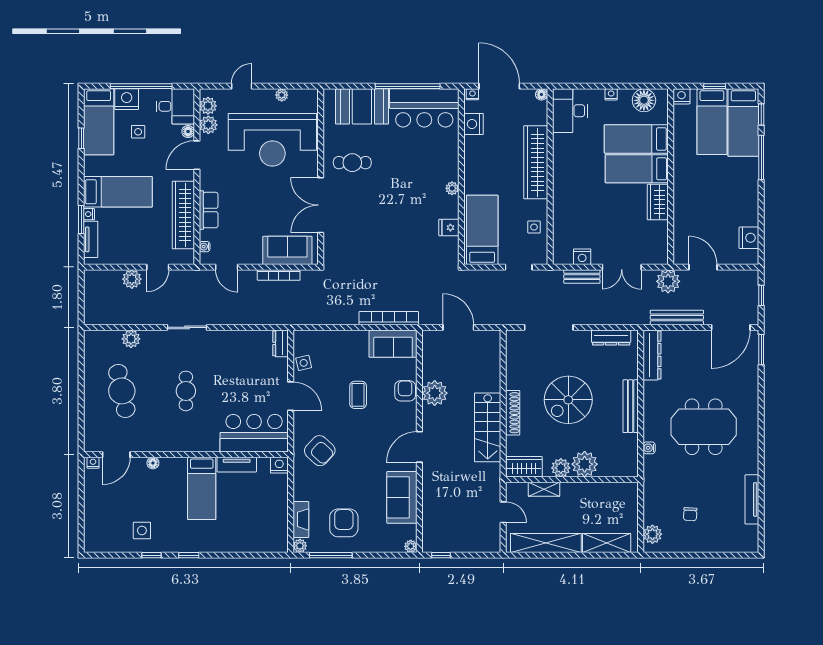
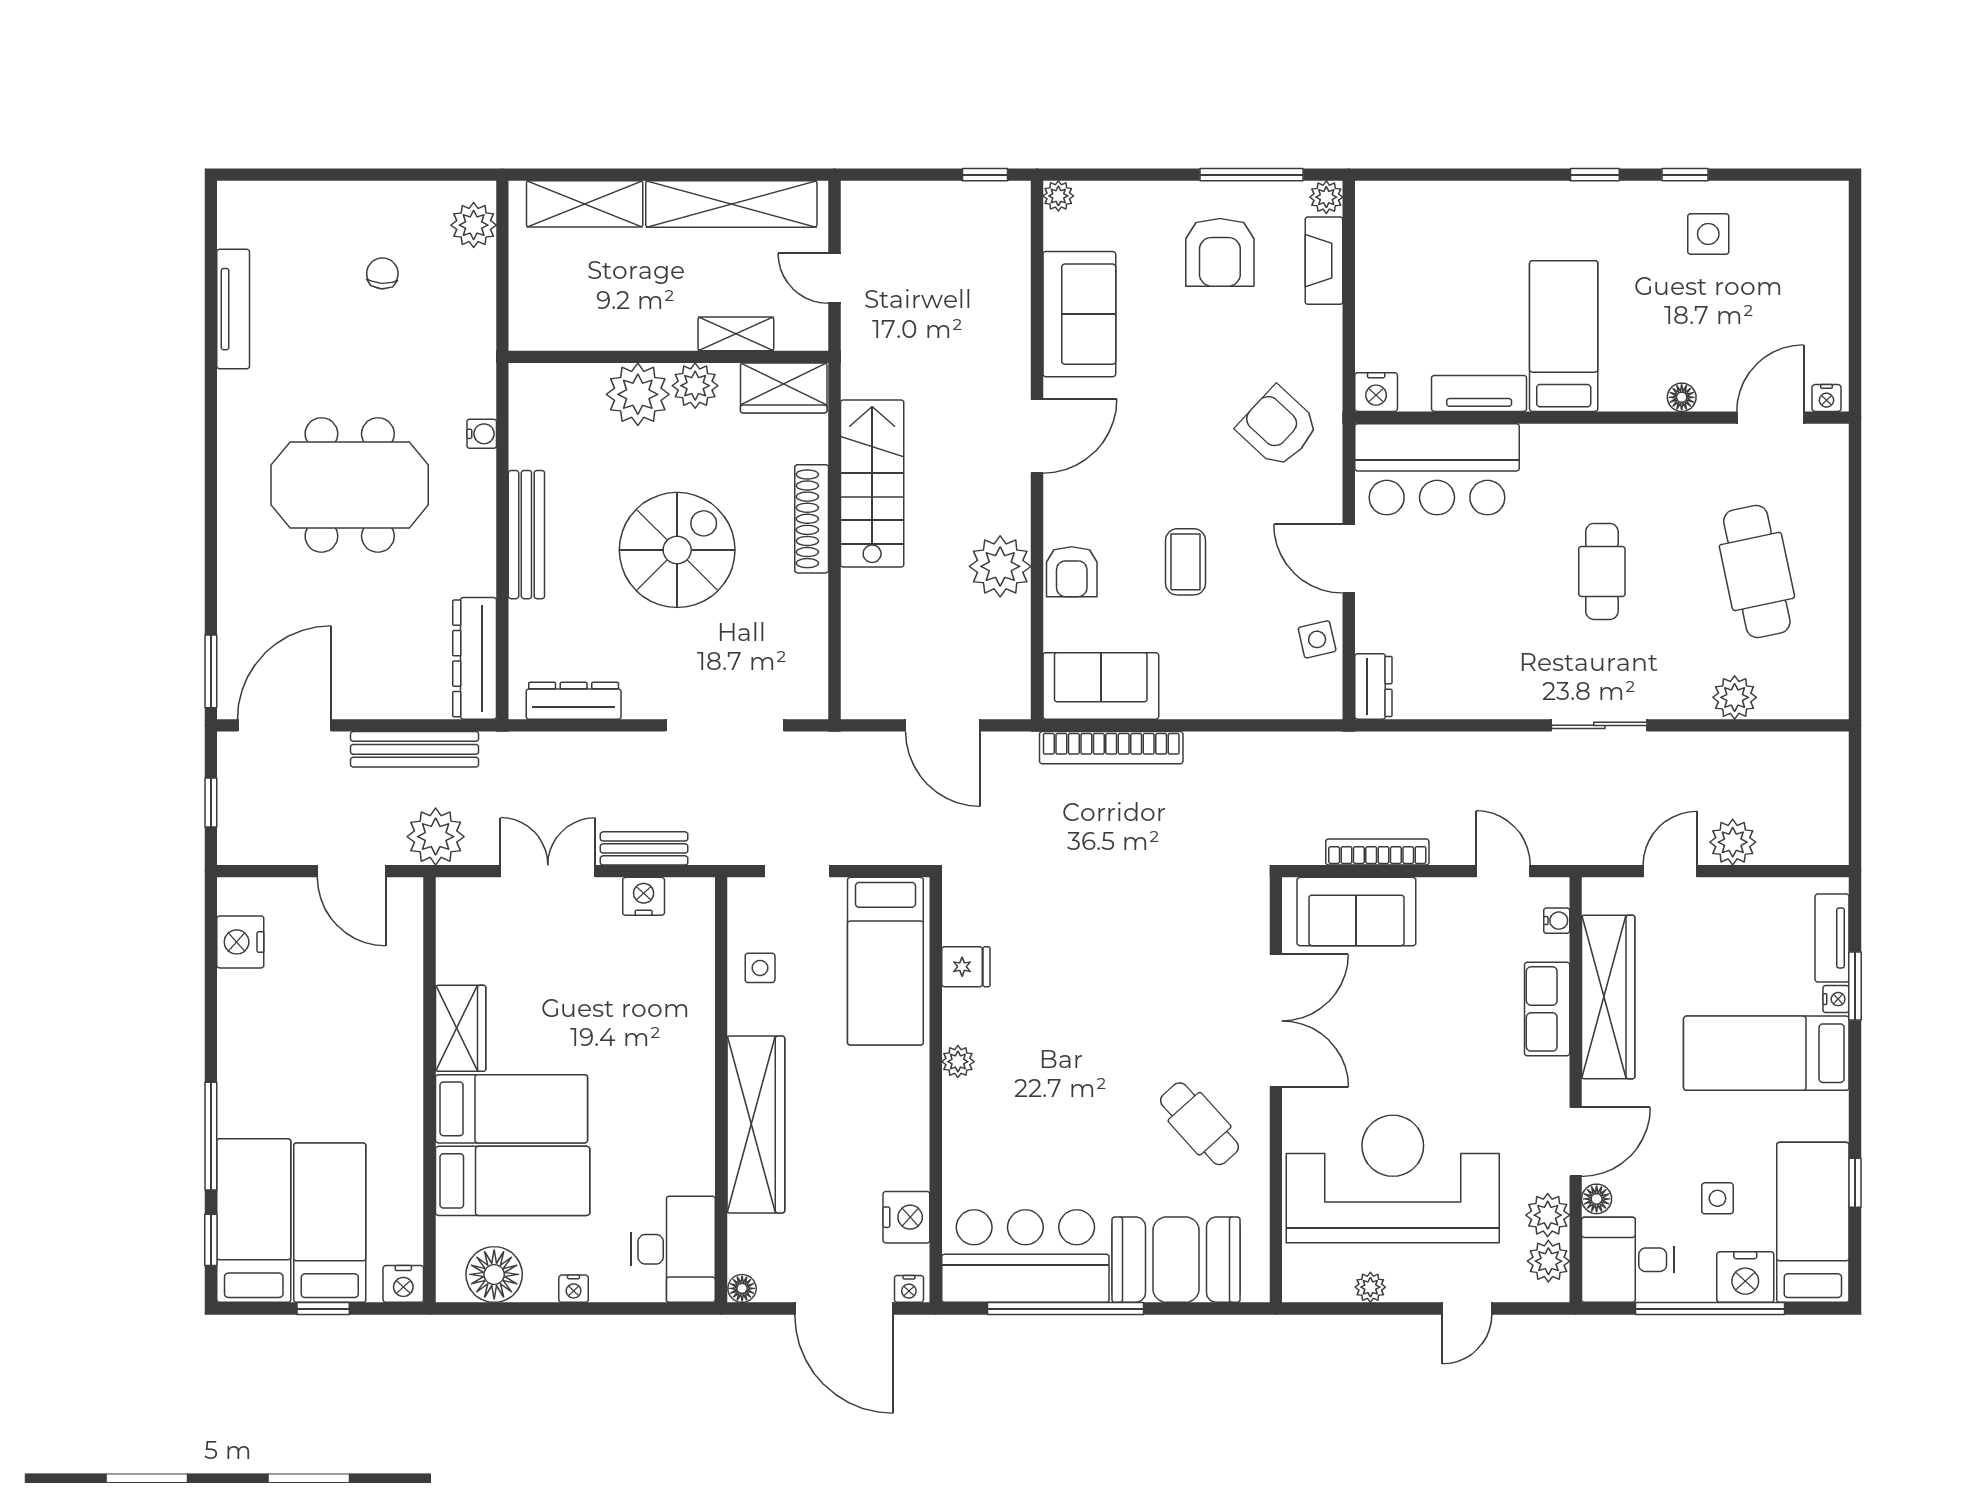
cafe table: (352, 163) -> (1199, 1124), turned 48

